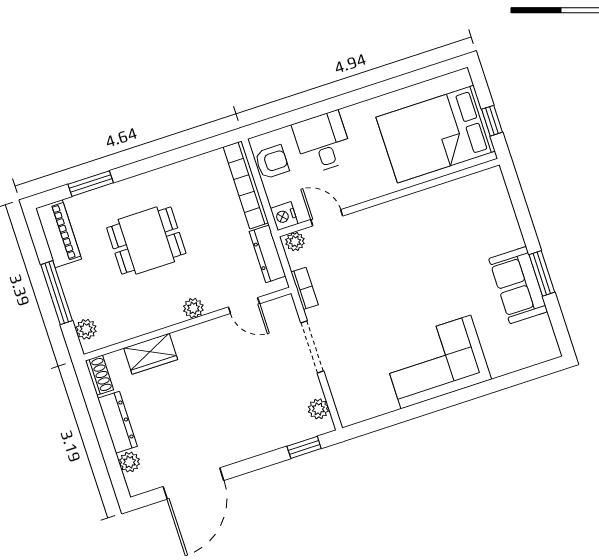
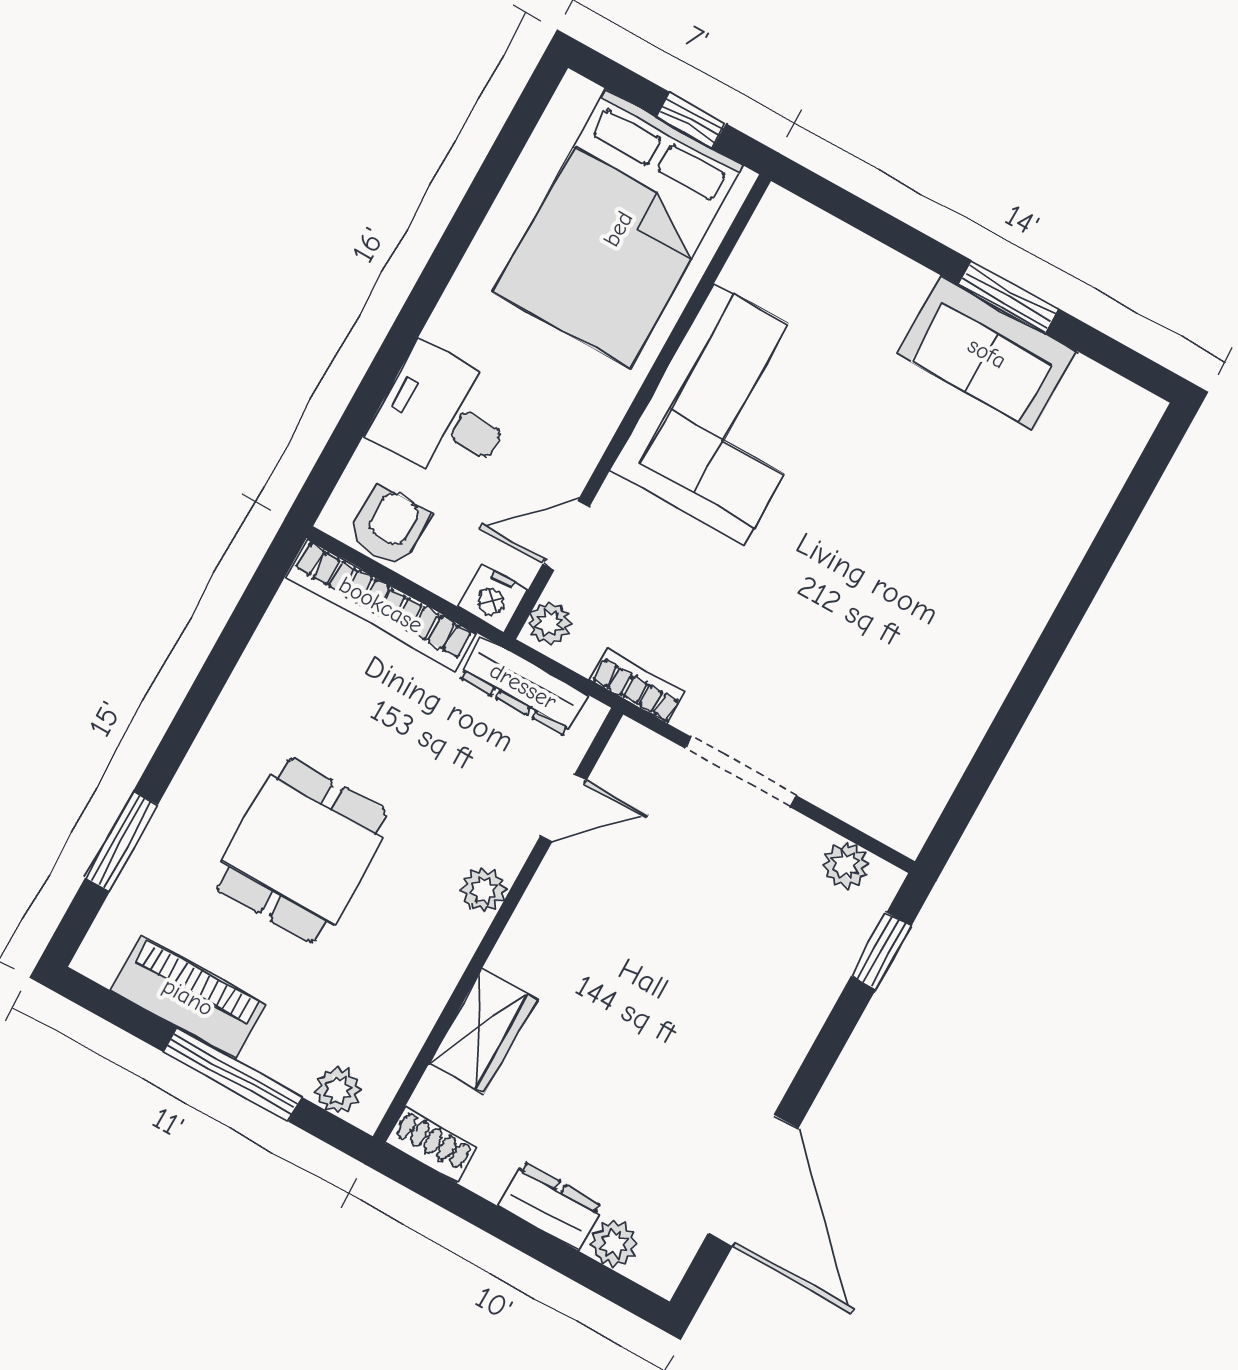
piano: (59, 234) -> (188, 997), moved
corner sofa: (436, 362) -> (729, 414), moved, turned 180
dresser: (118, 422) -> (551, 1206), width x0.70

